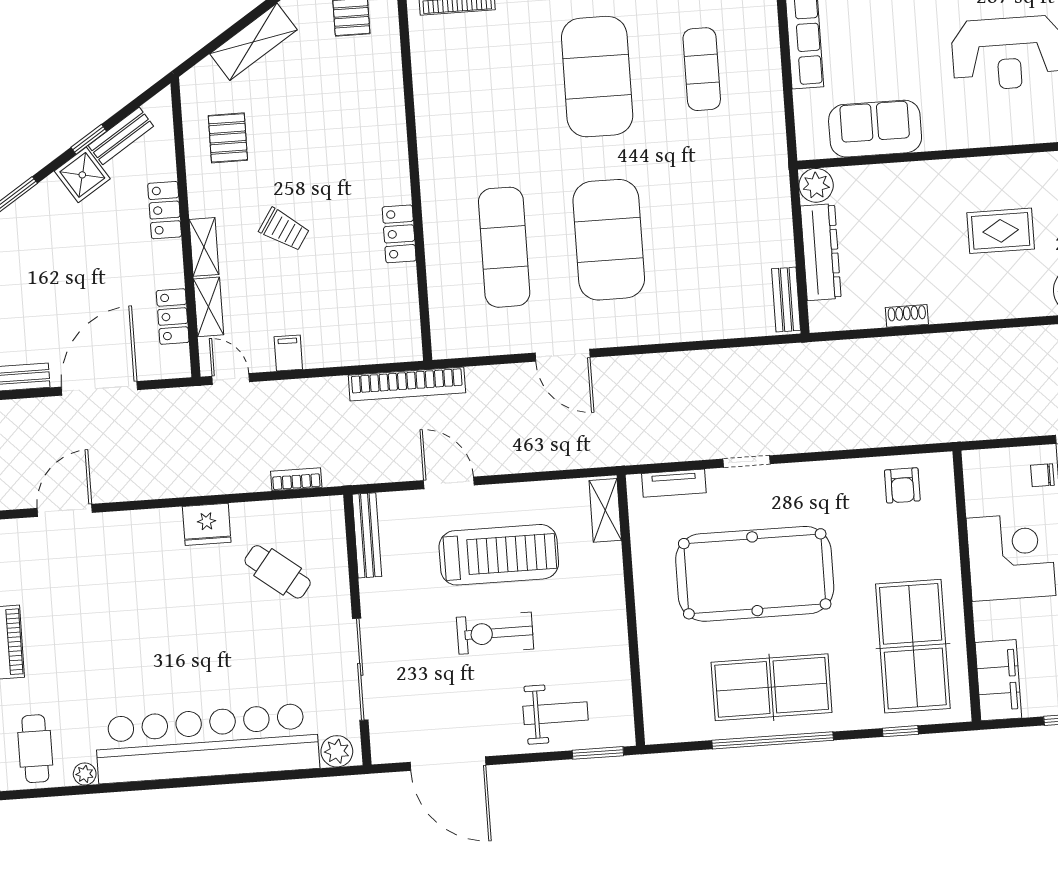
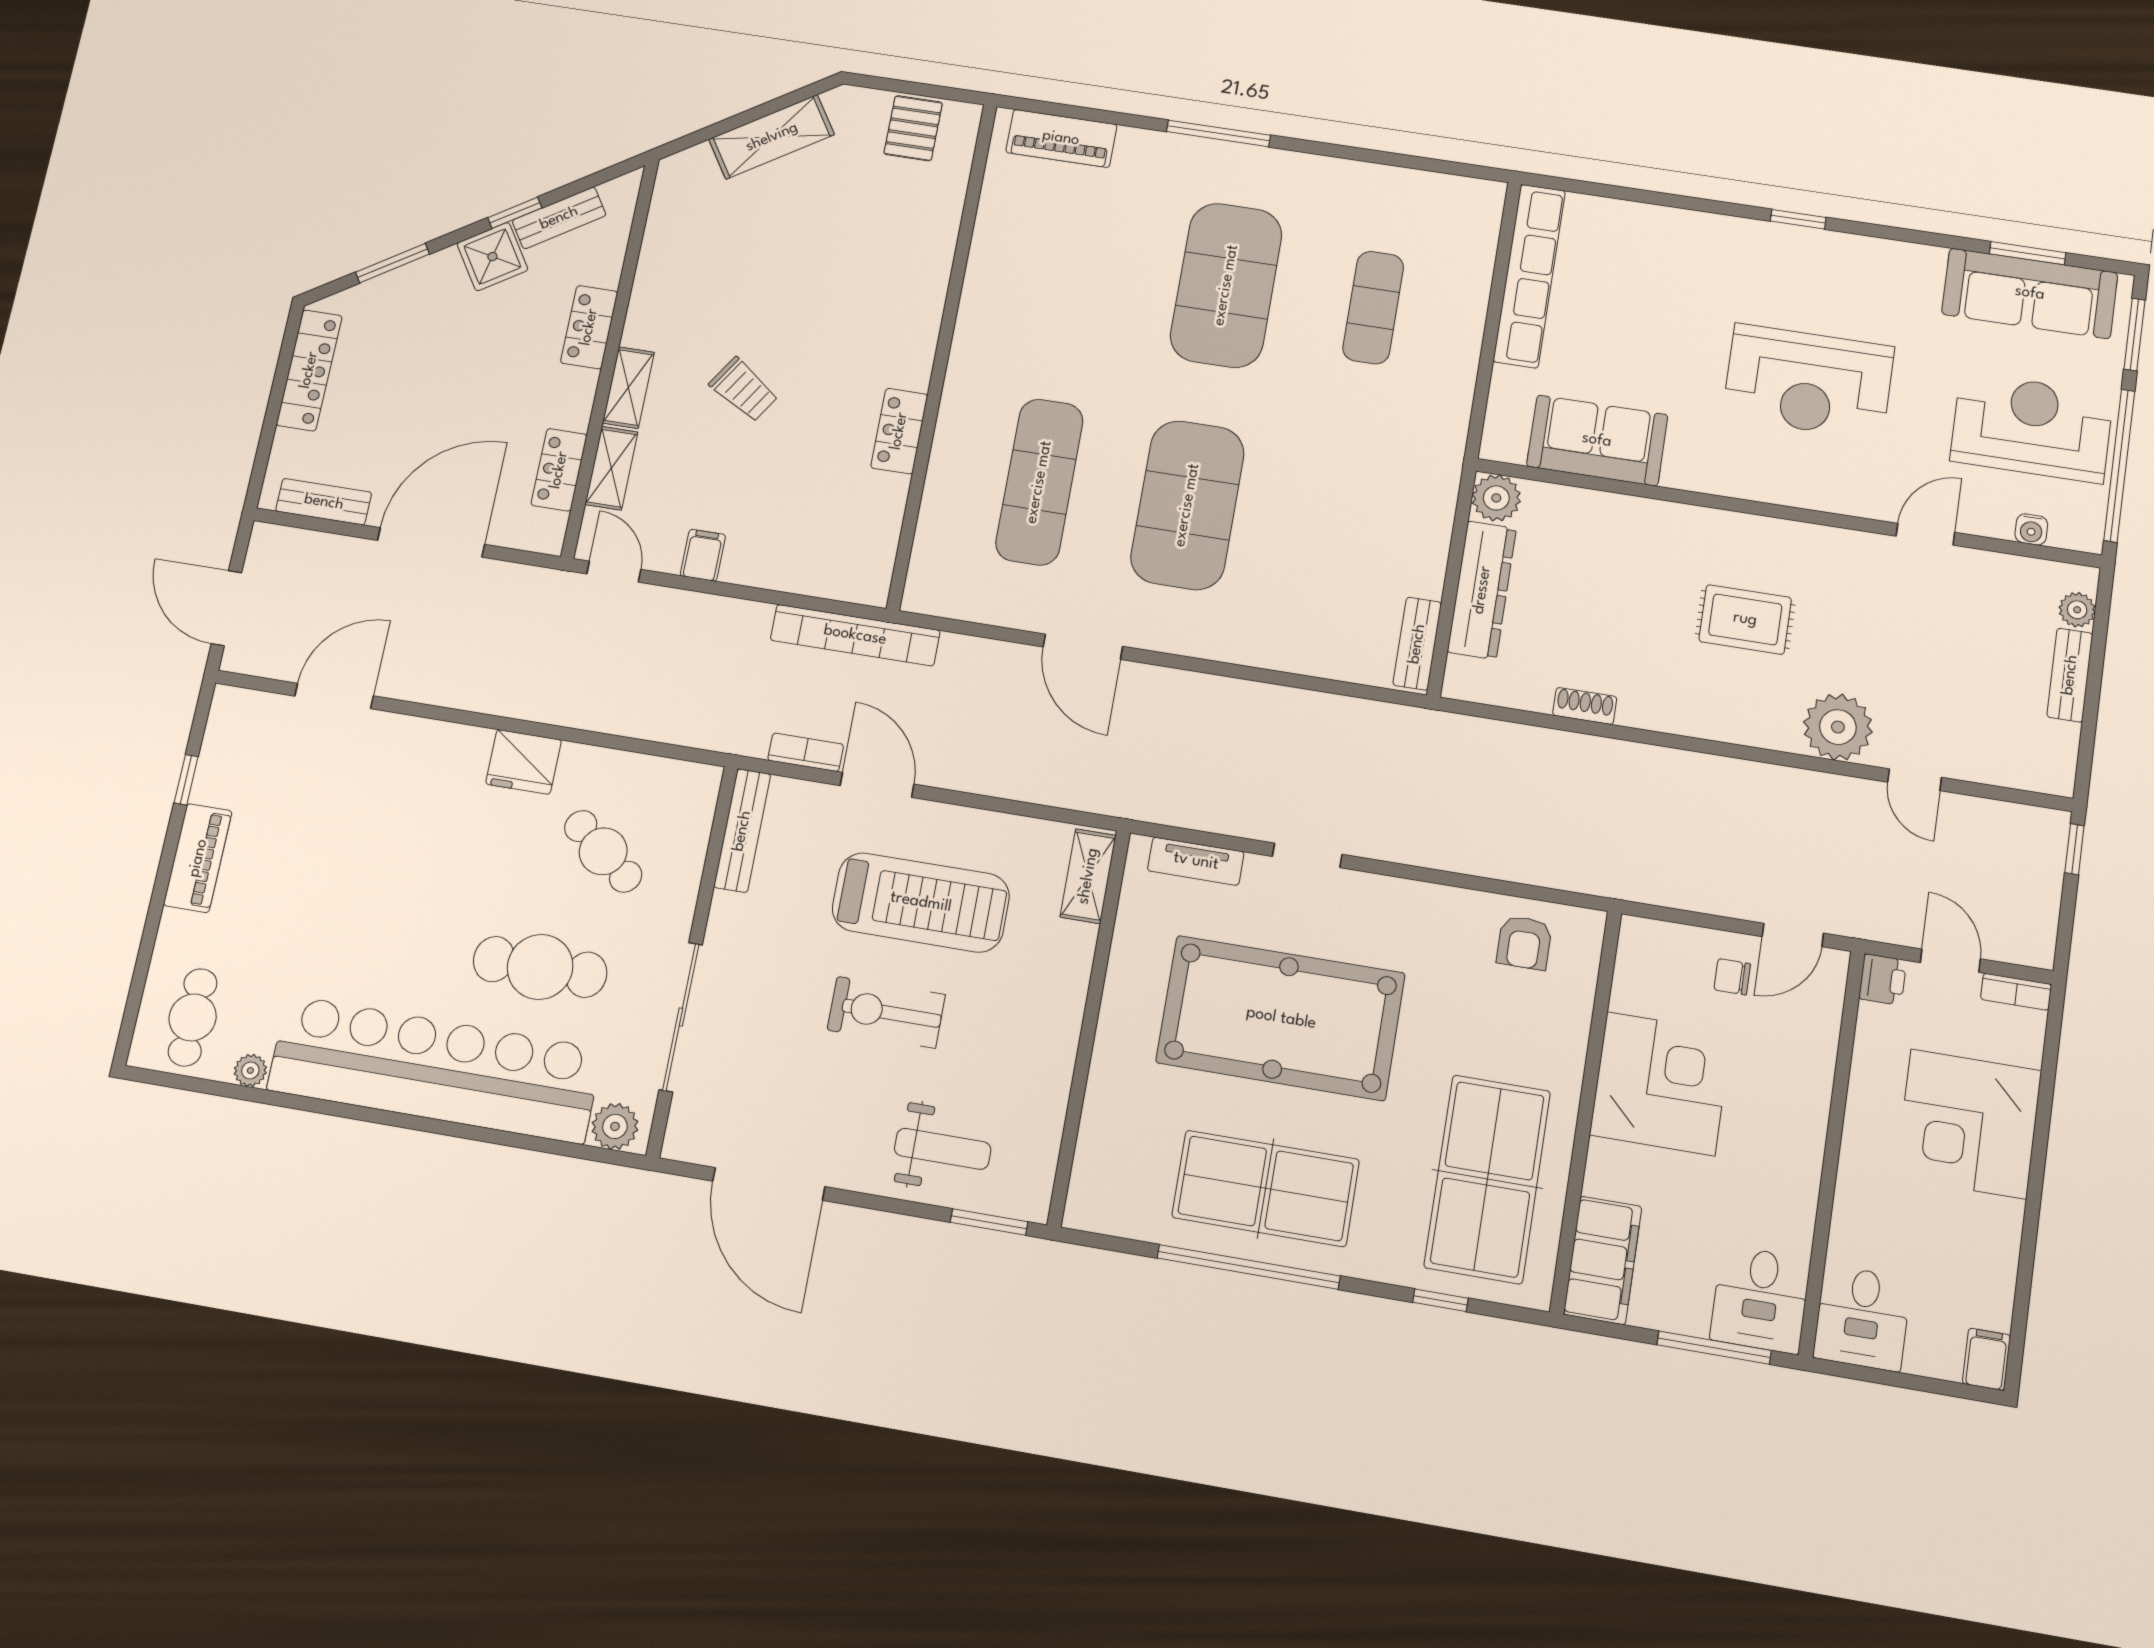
pallet: (228, 138) -> (702, 253), removed
bookcase: (296, 479) -> (806, 752), moved
cafe table: (257, 659) -> (540, 967), added

